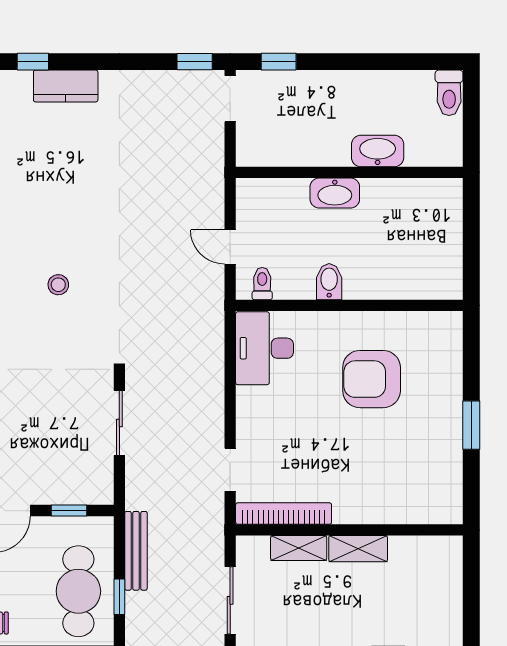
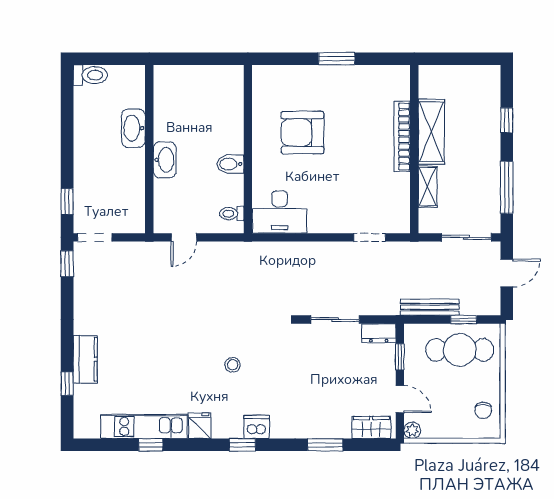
door: (230, 247) -> (184, 237), moved
armchair: (372, 379) -> (302, 133), turned 90
dresser: (101, 482) -> (379, 333), added
bookcase: (284, 514) -> (402, 136), moved
shelving: (358, 549) -> (431, 132), width x1.50, depth x1.33

